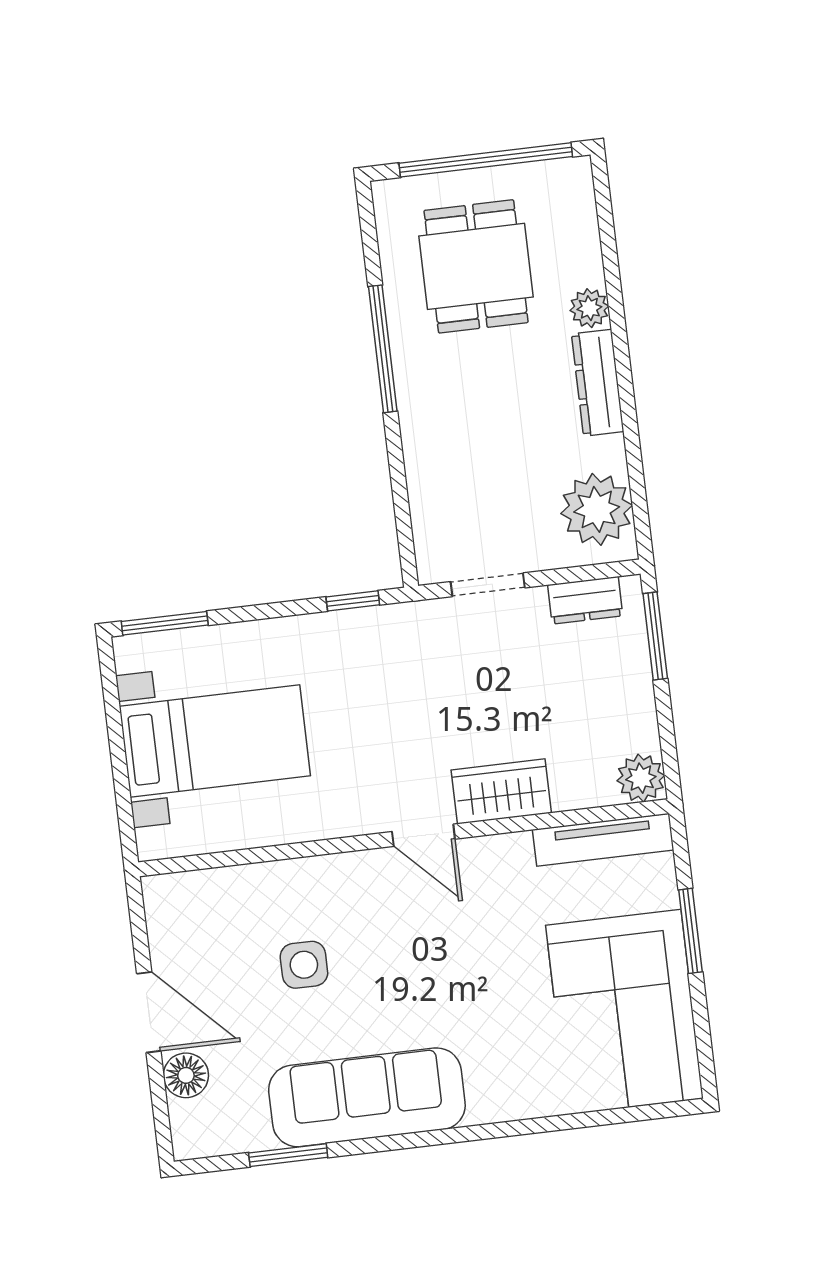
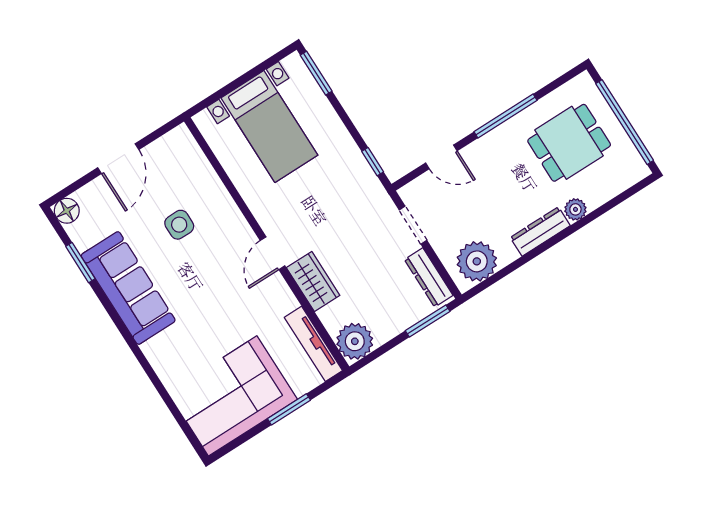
door: (399, 485) -> (441, 157), added
dresser: (585, 600) -> (429, 277), width x1.44
plant: (641, 778) -> (355, 341), width x1.36, depth x1.36
floor lamp: (186, 1075) -> (67, 211), moved

